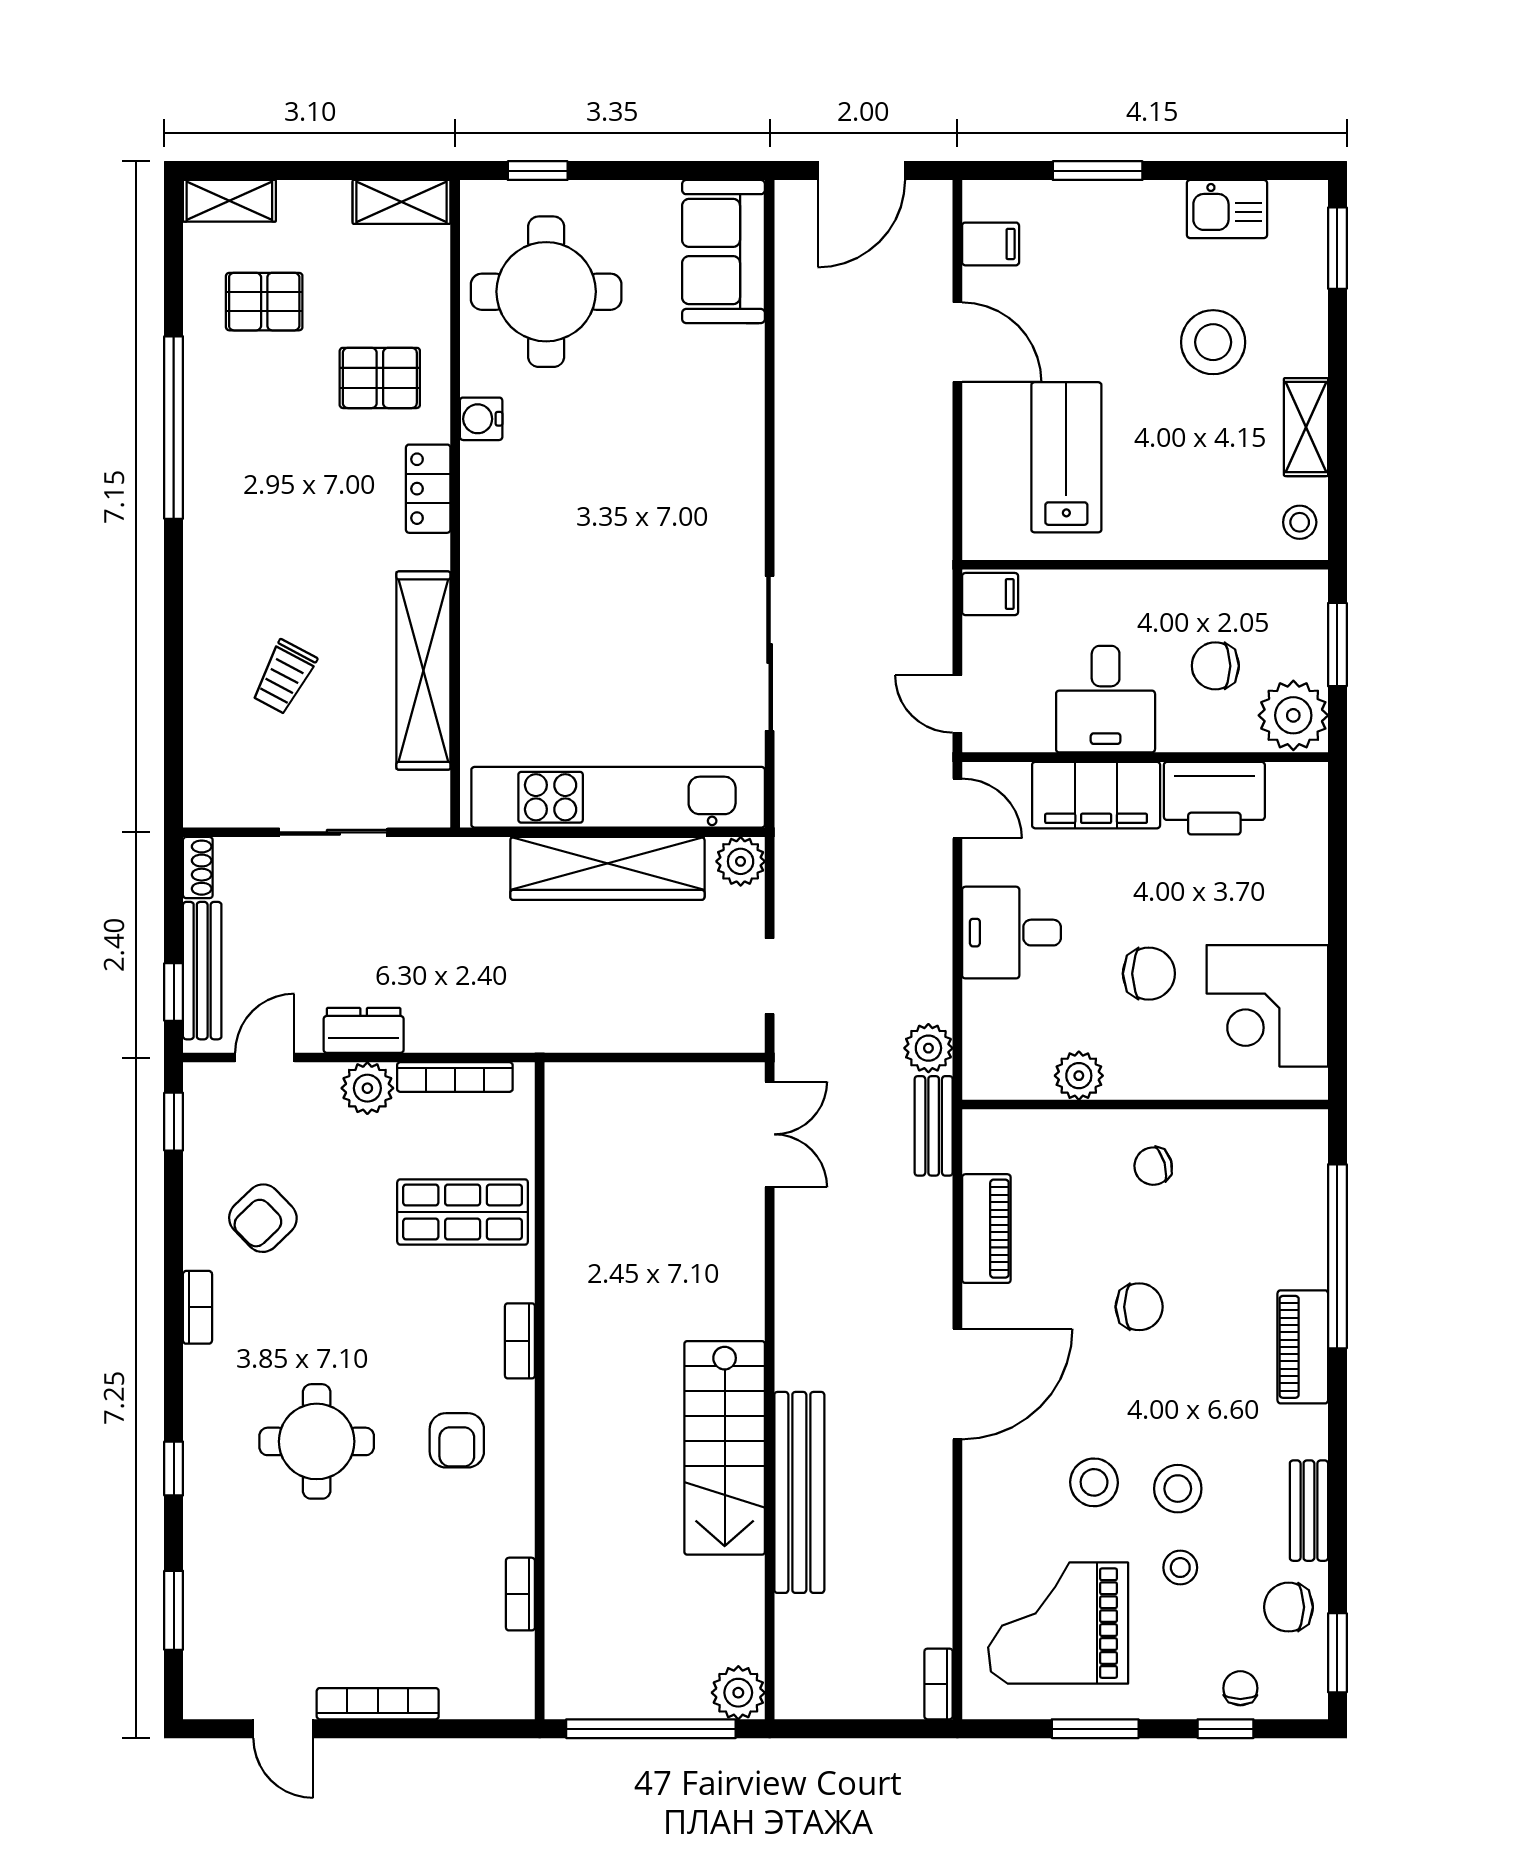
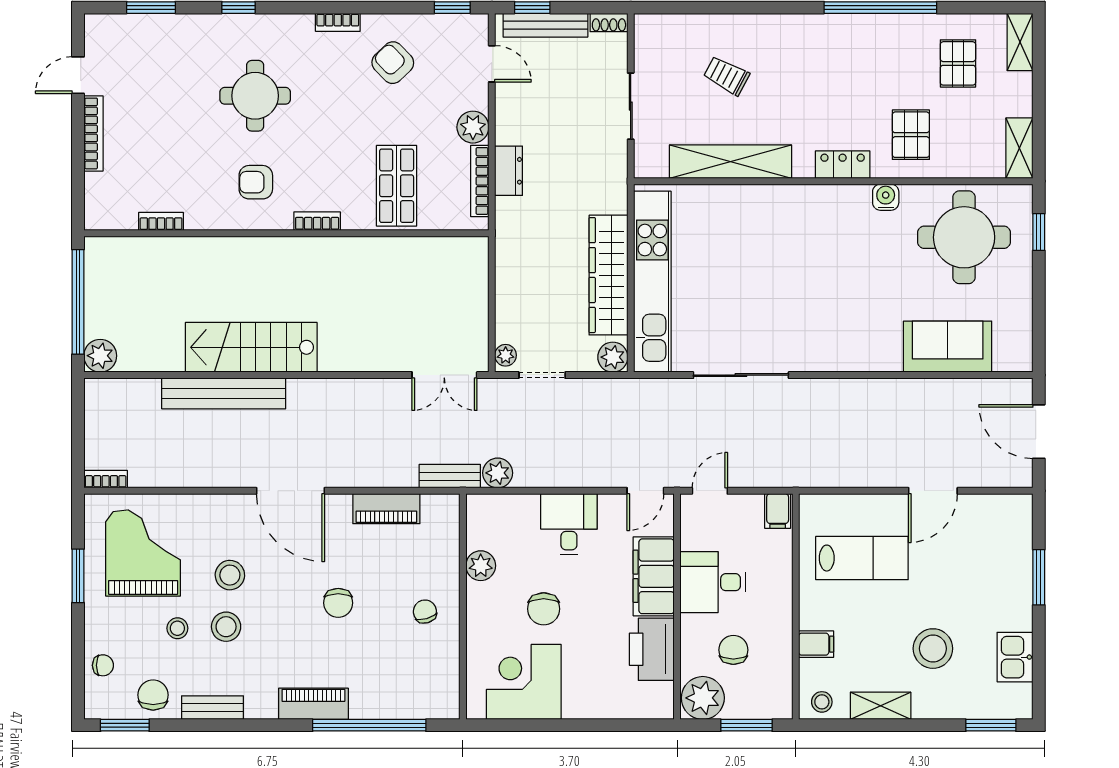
filing cabinet: (991, 244) -> (816, 644), moved, turned -90
sofa: (723, 252) -> (948, 347), moved
dresser: (364, 1030) -> (509, 171), moved
plant: (738, 1035) -> (506, 355), added
window: (1225, 1729) -> (78, 656), removed

